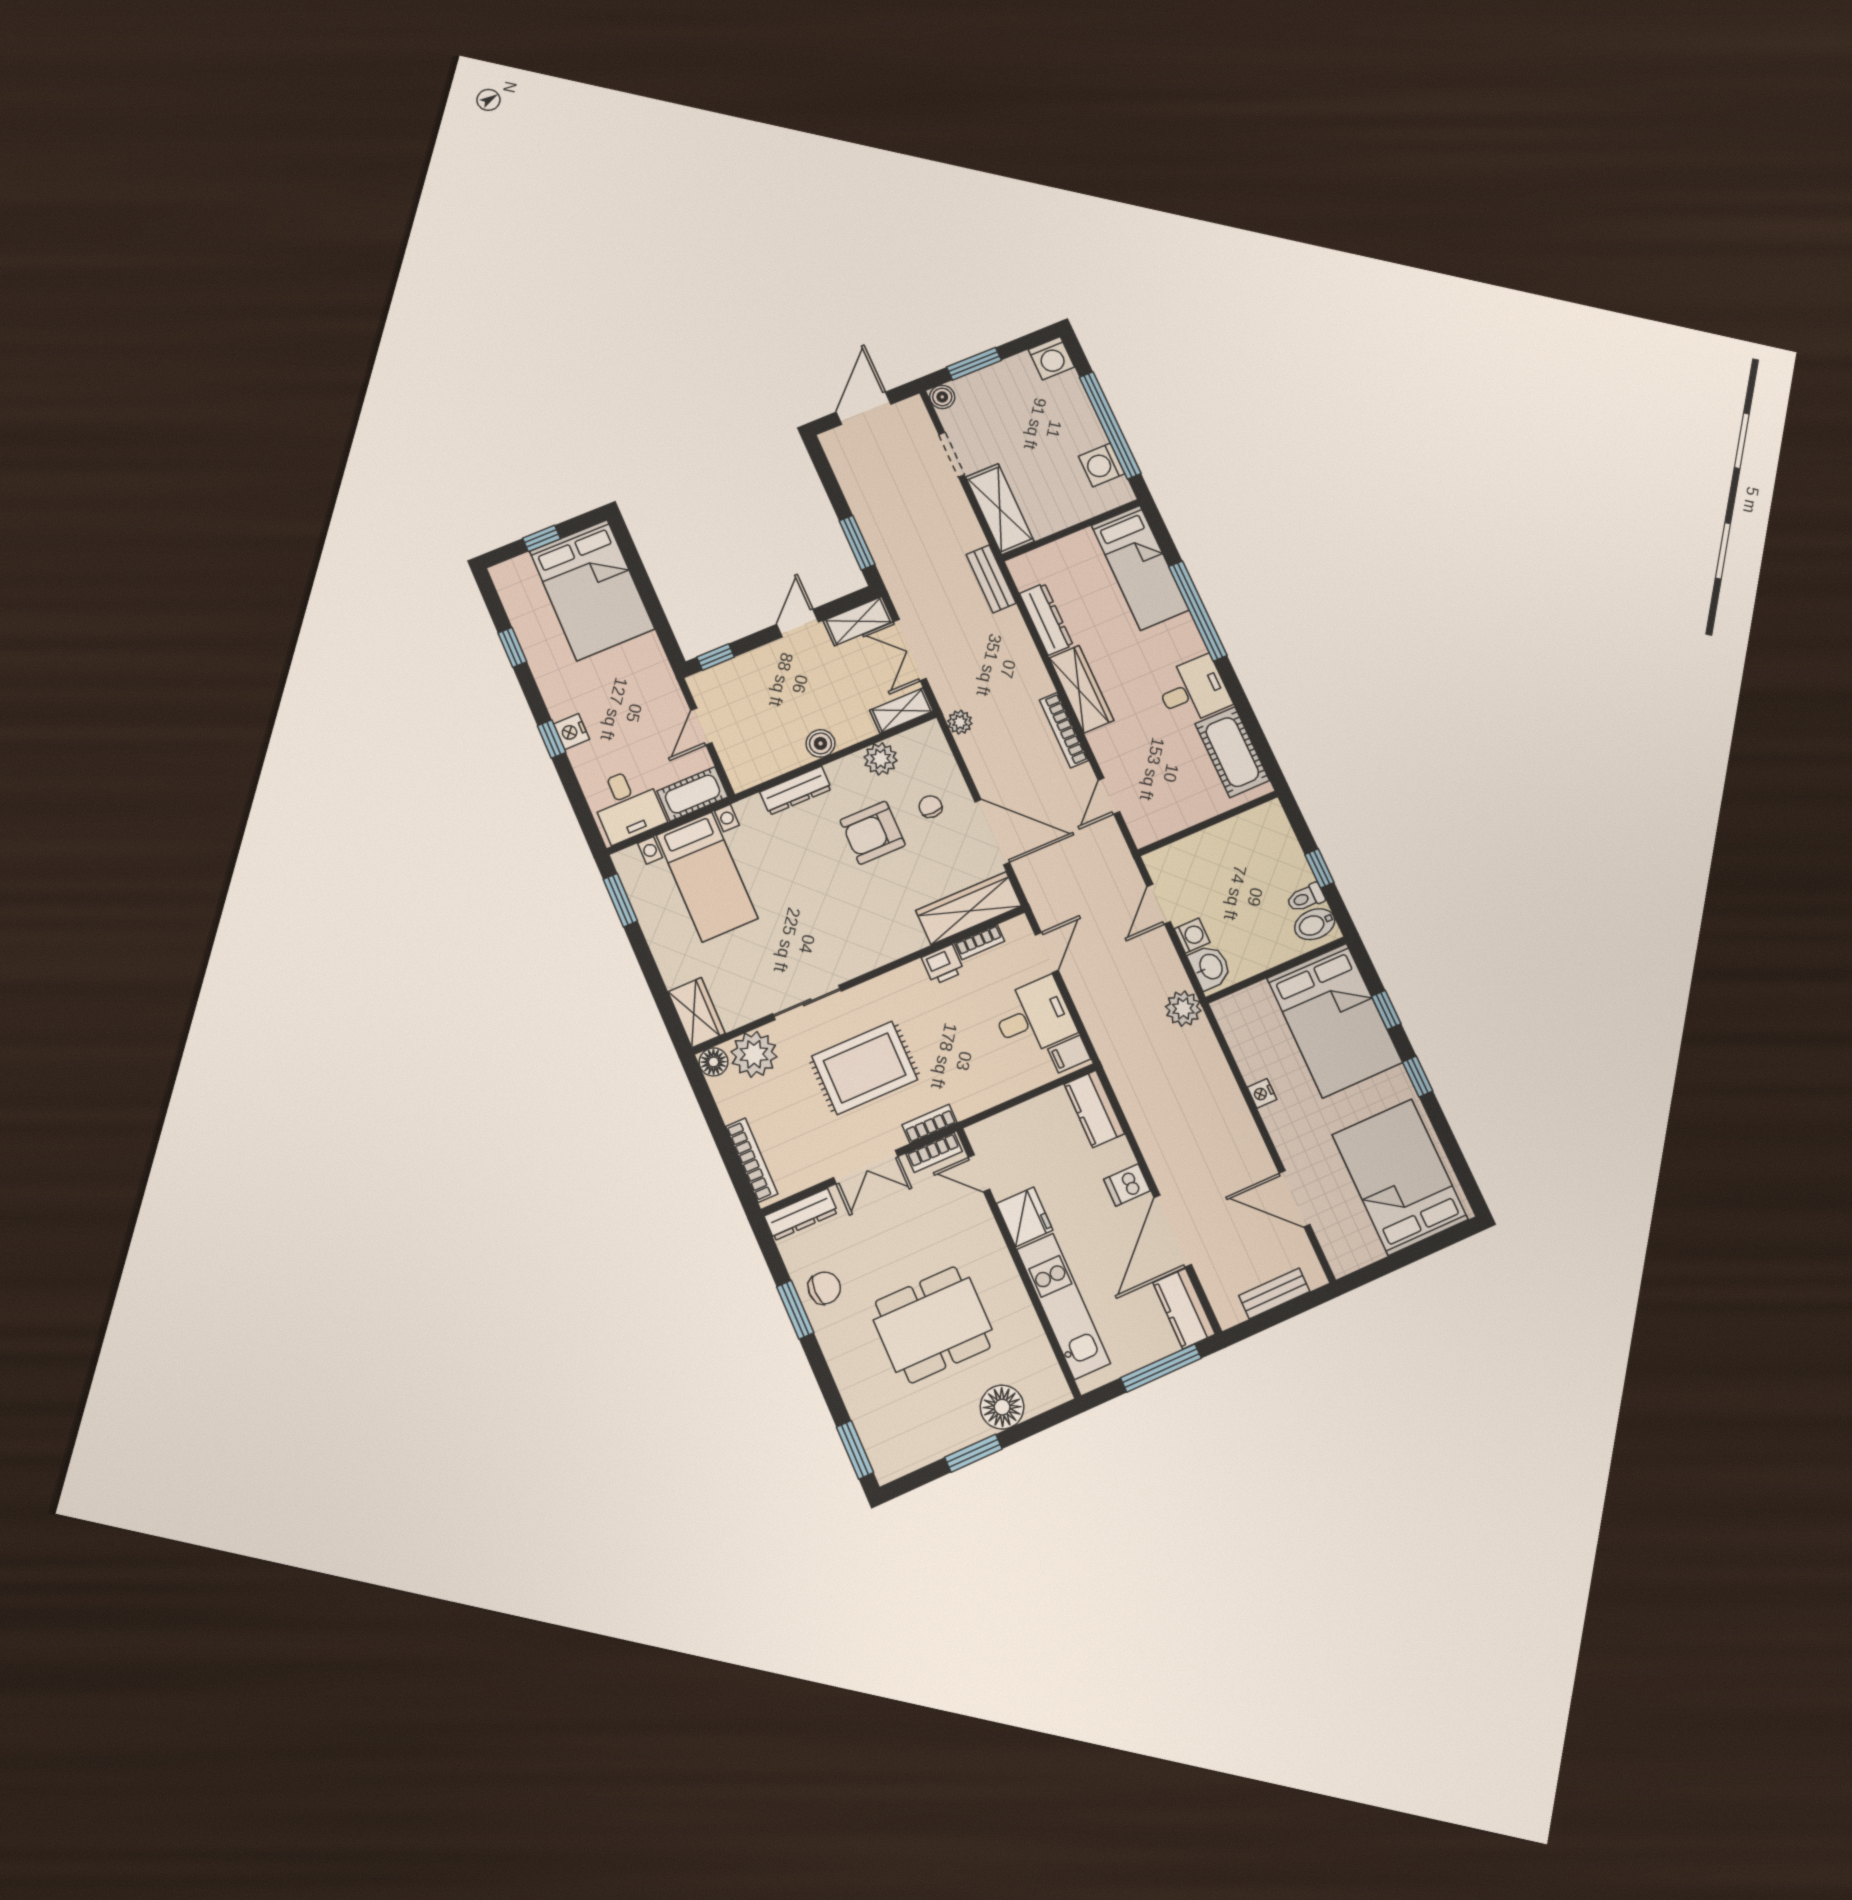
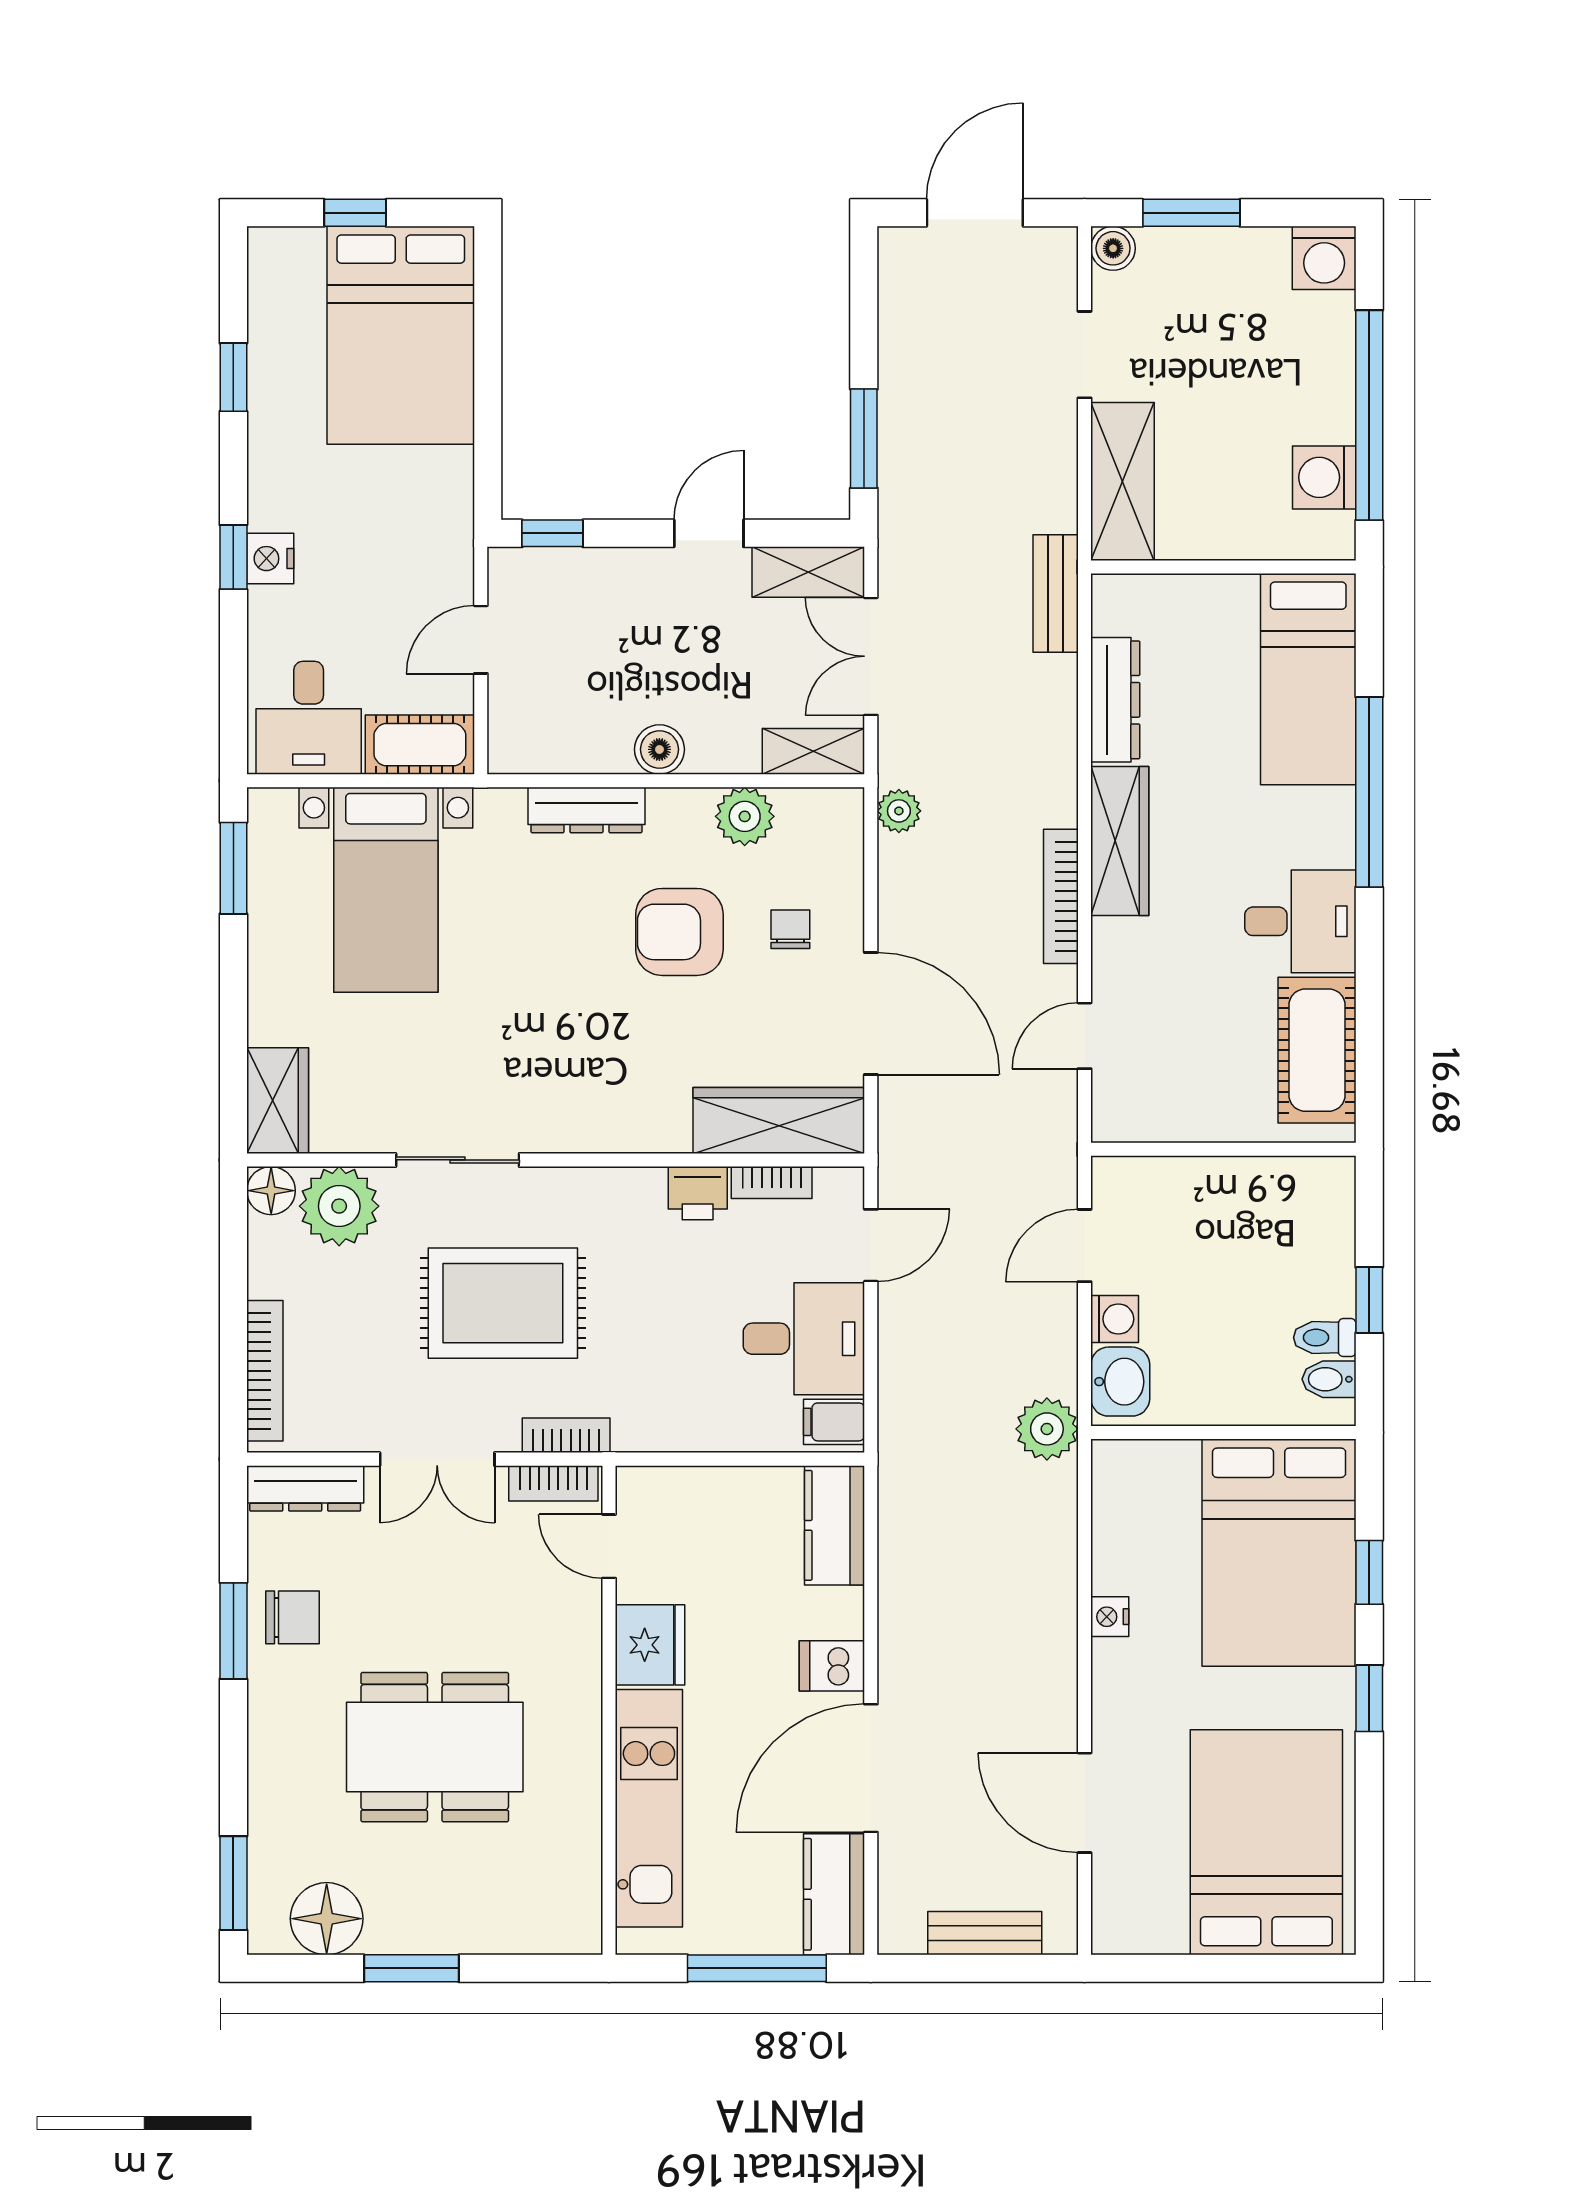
bidet: (1315, 924) -> (1329, 1379), width x0.72, depth x0.74
floor lamp: (1002, 1407) -> (327, 1919), moved

